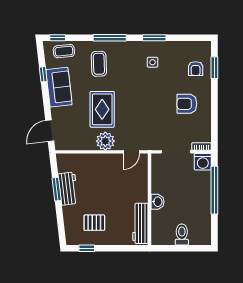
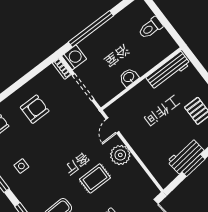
armchair: (187, 104) -> (35, 109), turned -90
rug: (102, 109) -> (95, 178), width x0.73, depth x0.70
door: (131, 152) -> (112, 125), swing flipped
washbasin: (157, 202) -> (129, 77), moved

